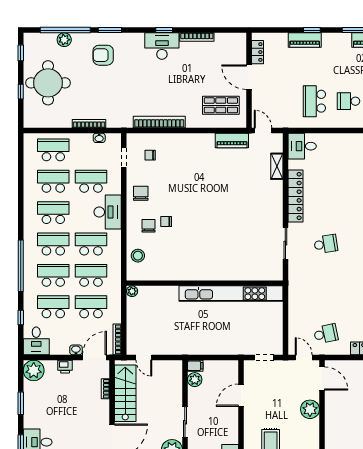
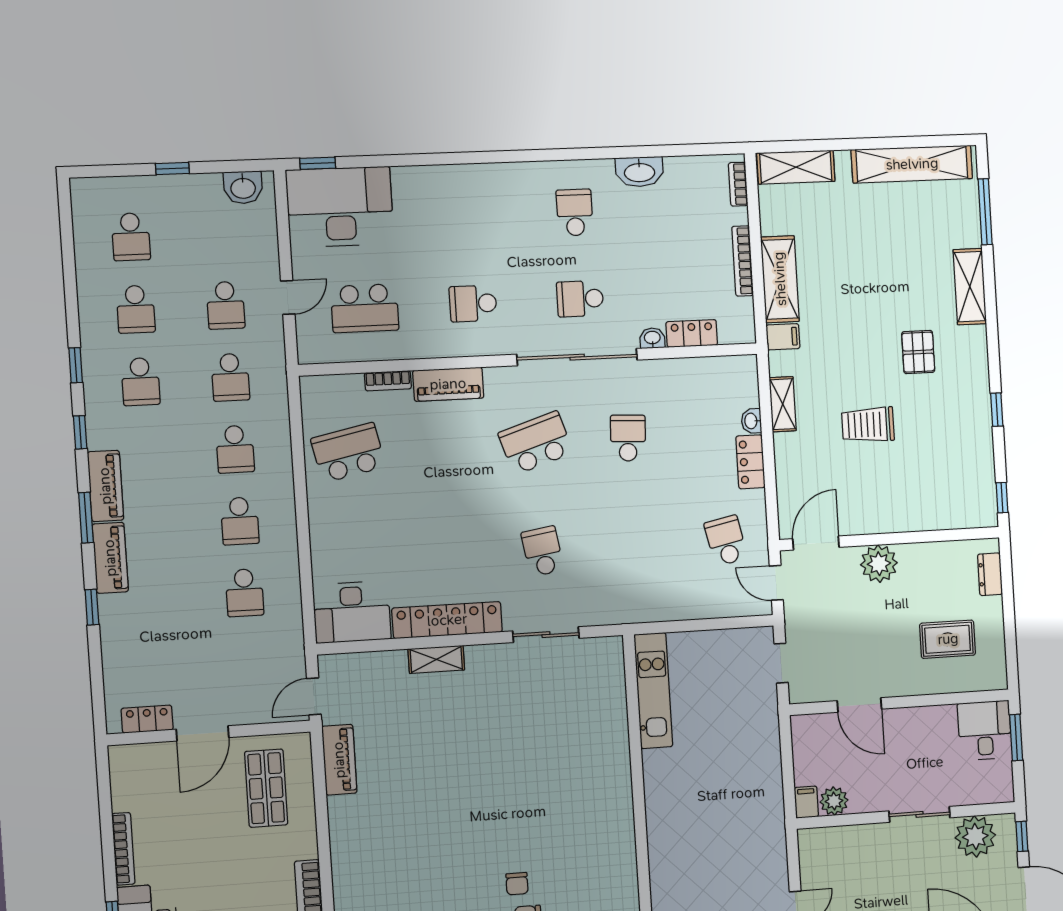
piano: (305, 40) -> (110, 558), moved
school desk: (314, 101) -> (245, 593), width x0.54
desk: (302, 146) -> (352, 612), width x1.37
shelving: (277, 166) -> (436, 659), moved
kitchen unit: (231, 294) -> (653, 691), width x0.54
door: (304, 357) -> (776, 583), hinge flipped

